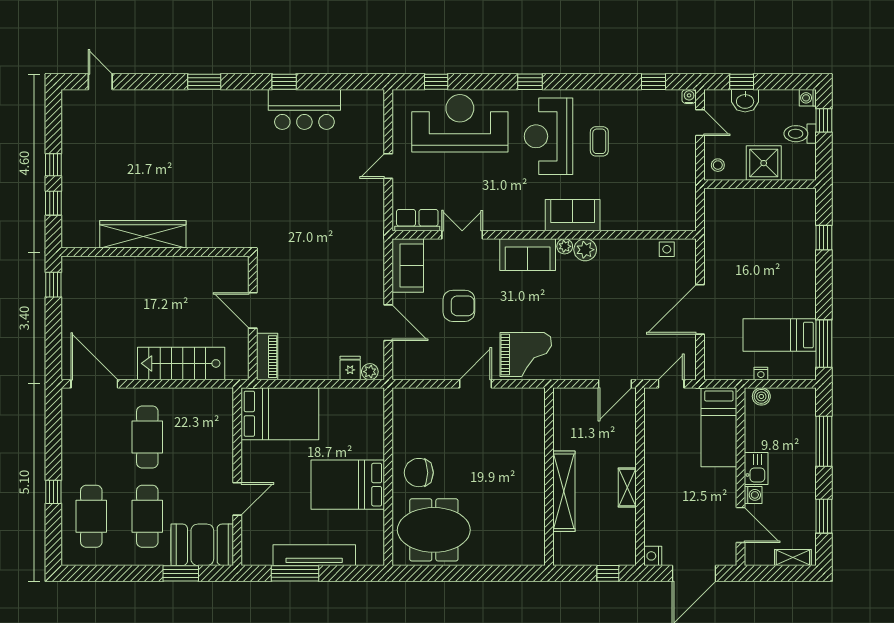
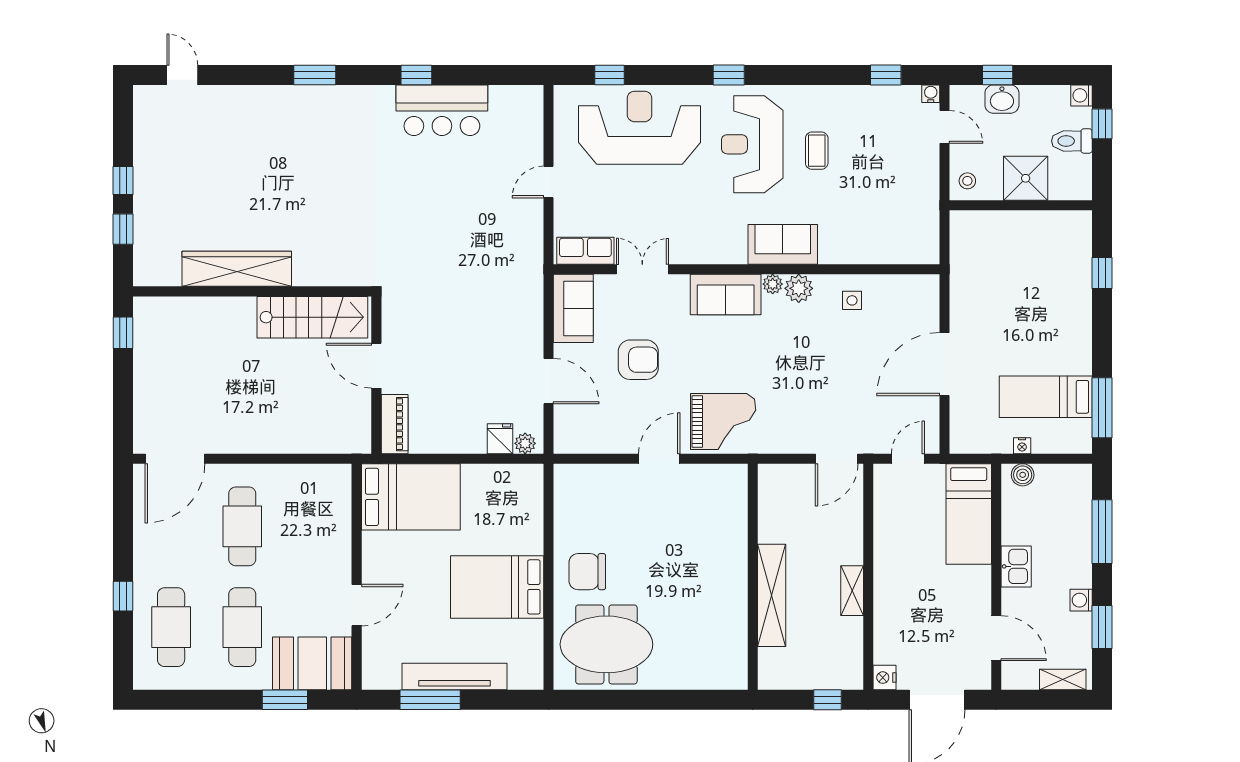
side table: (667, 249) -> (852, 300), moved
stairs: (181, 363) -> (312, 317), moved, turned 180
door: (94, 384) -> (175, 459), swing flipped
washing machine: (753, 495) -> (1081, 600), moved, turned 180

